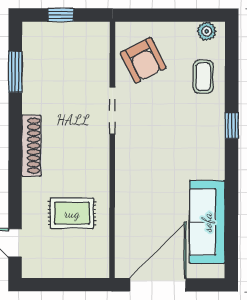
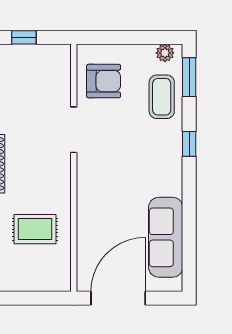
window: (232, 56) -> (189, 77), added
armchair: (143, 60) -> (104, 81), turned -63
coffee table: (203, 77) -> (162, 97), width x1.36, depth x1.30

